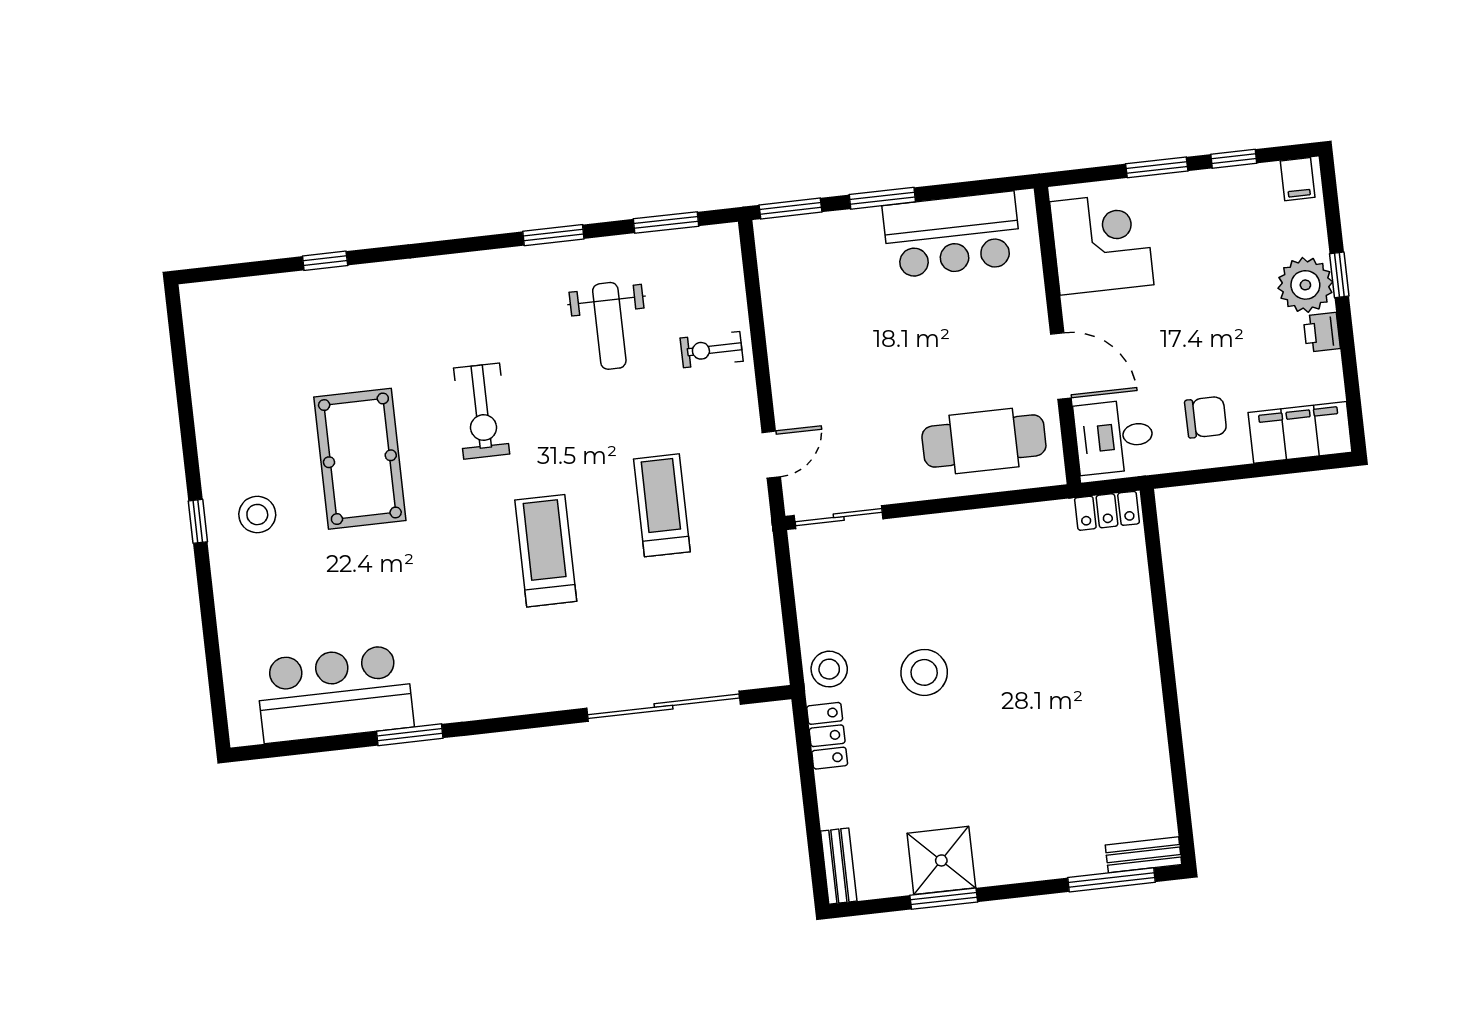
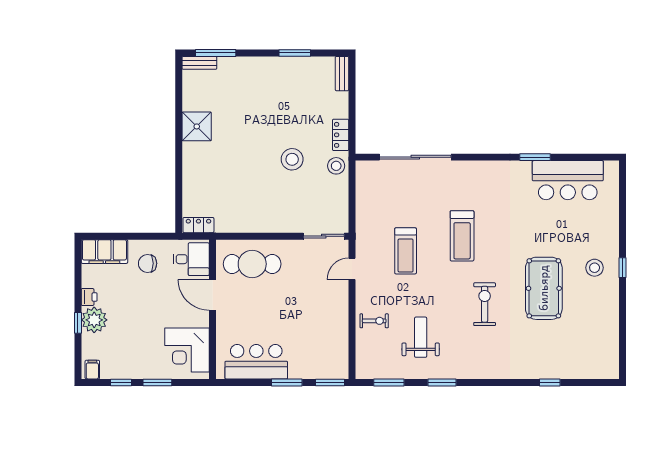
shower: (941, 860) -> (197, 126), moved

